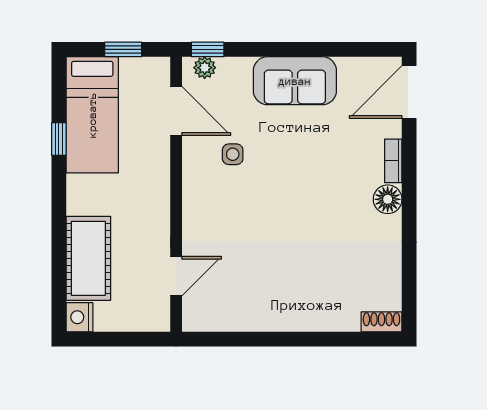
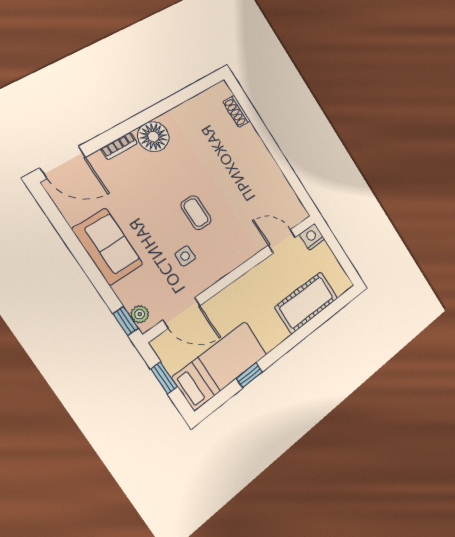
door: (176, 111) -> (182, 313), swing flipped
coffee table: (271, 197) -> (196, 213), added
floor lamp: (388, 199) -> (153, 137), width x1.38, depth x1.38
nightstand: (79, 317) -> (312, 237), moved, turned 180
shoe rack: (381, 322) -> (236, 111), moved

